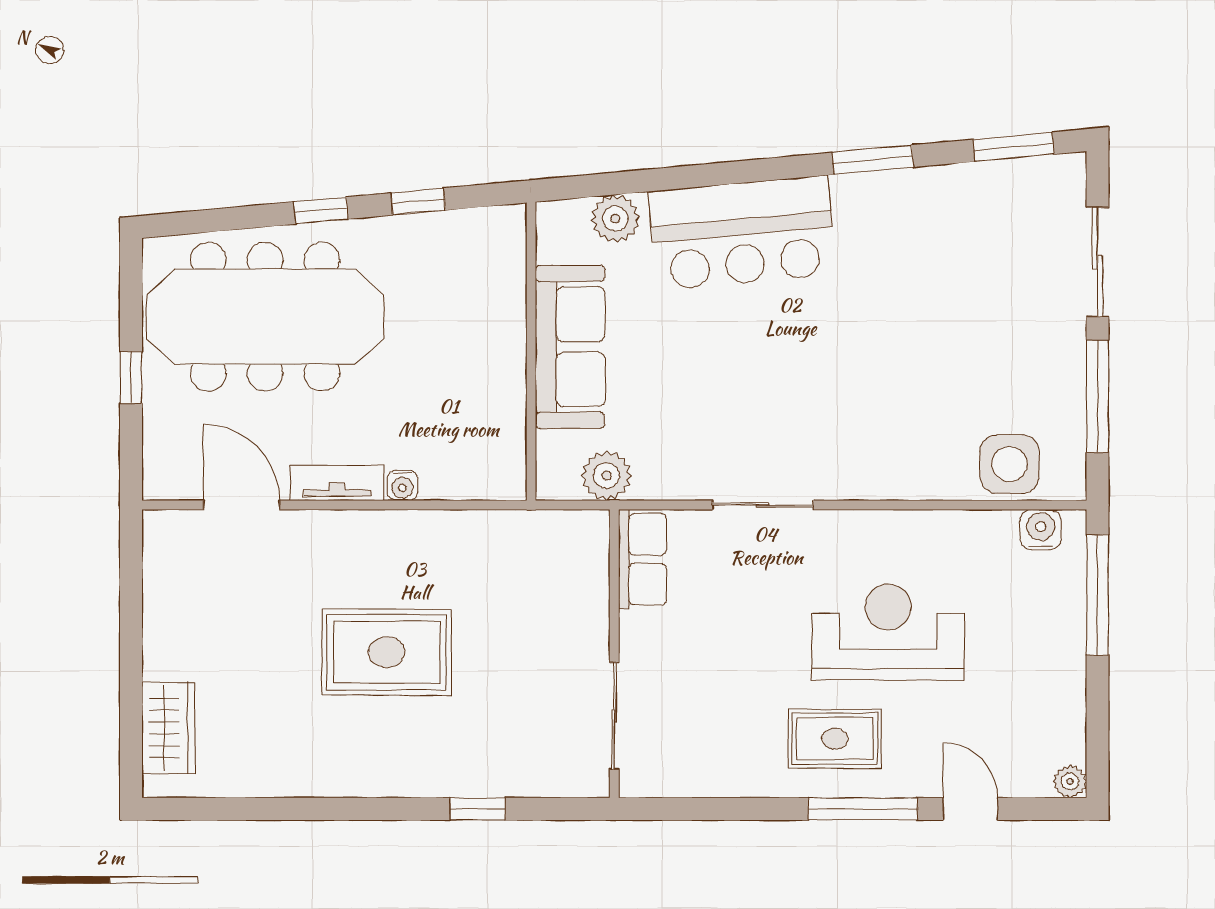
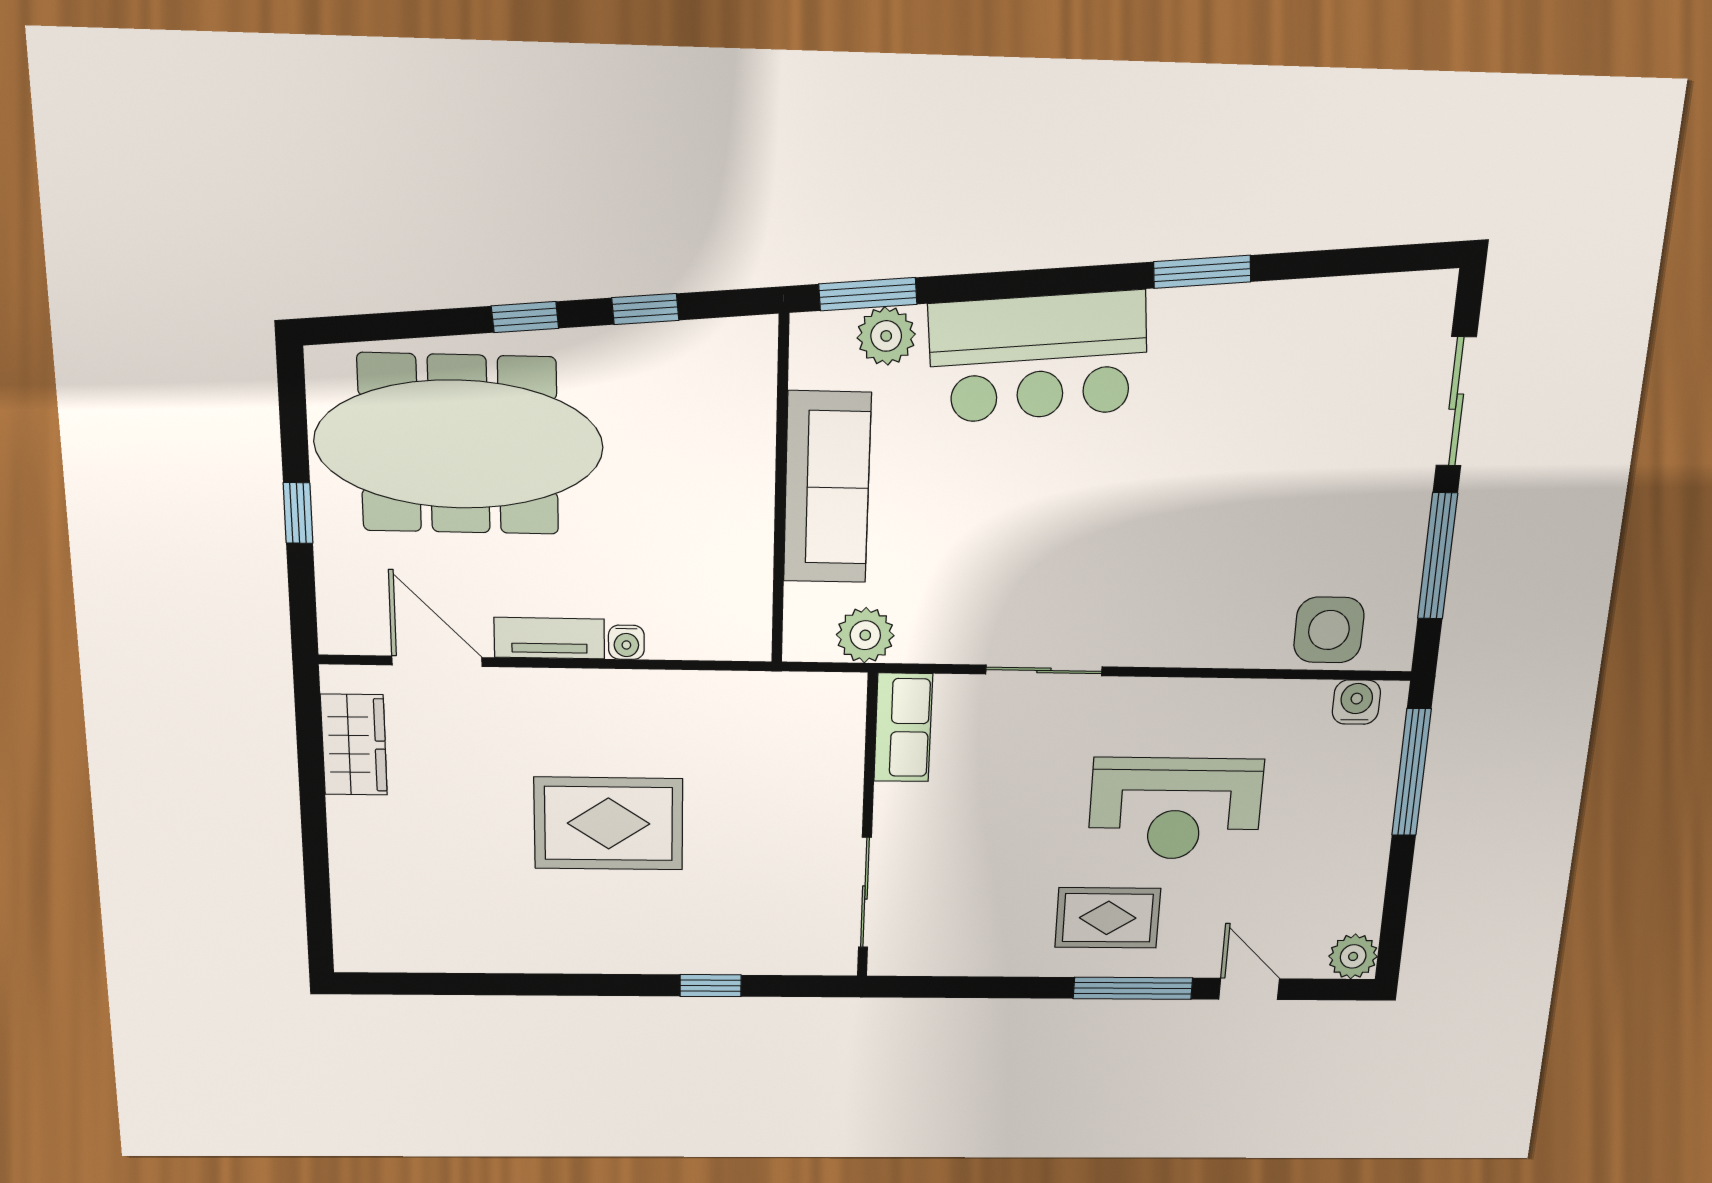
window: (1014, 147) -> (868, 294), moved
reception desk: (888, 632) -> (1175, 809), turned 180
wardrobe: (169, 728) -> (354, 745), moved
plant: (1070, 781) -> (1353, 956), width x1.38, depth x1.38

